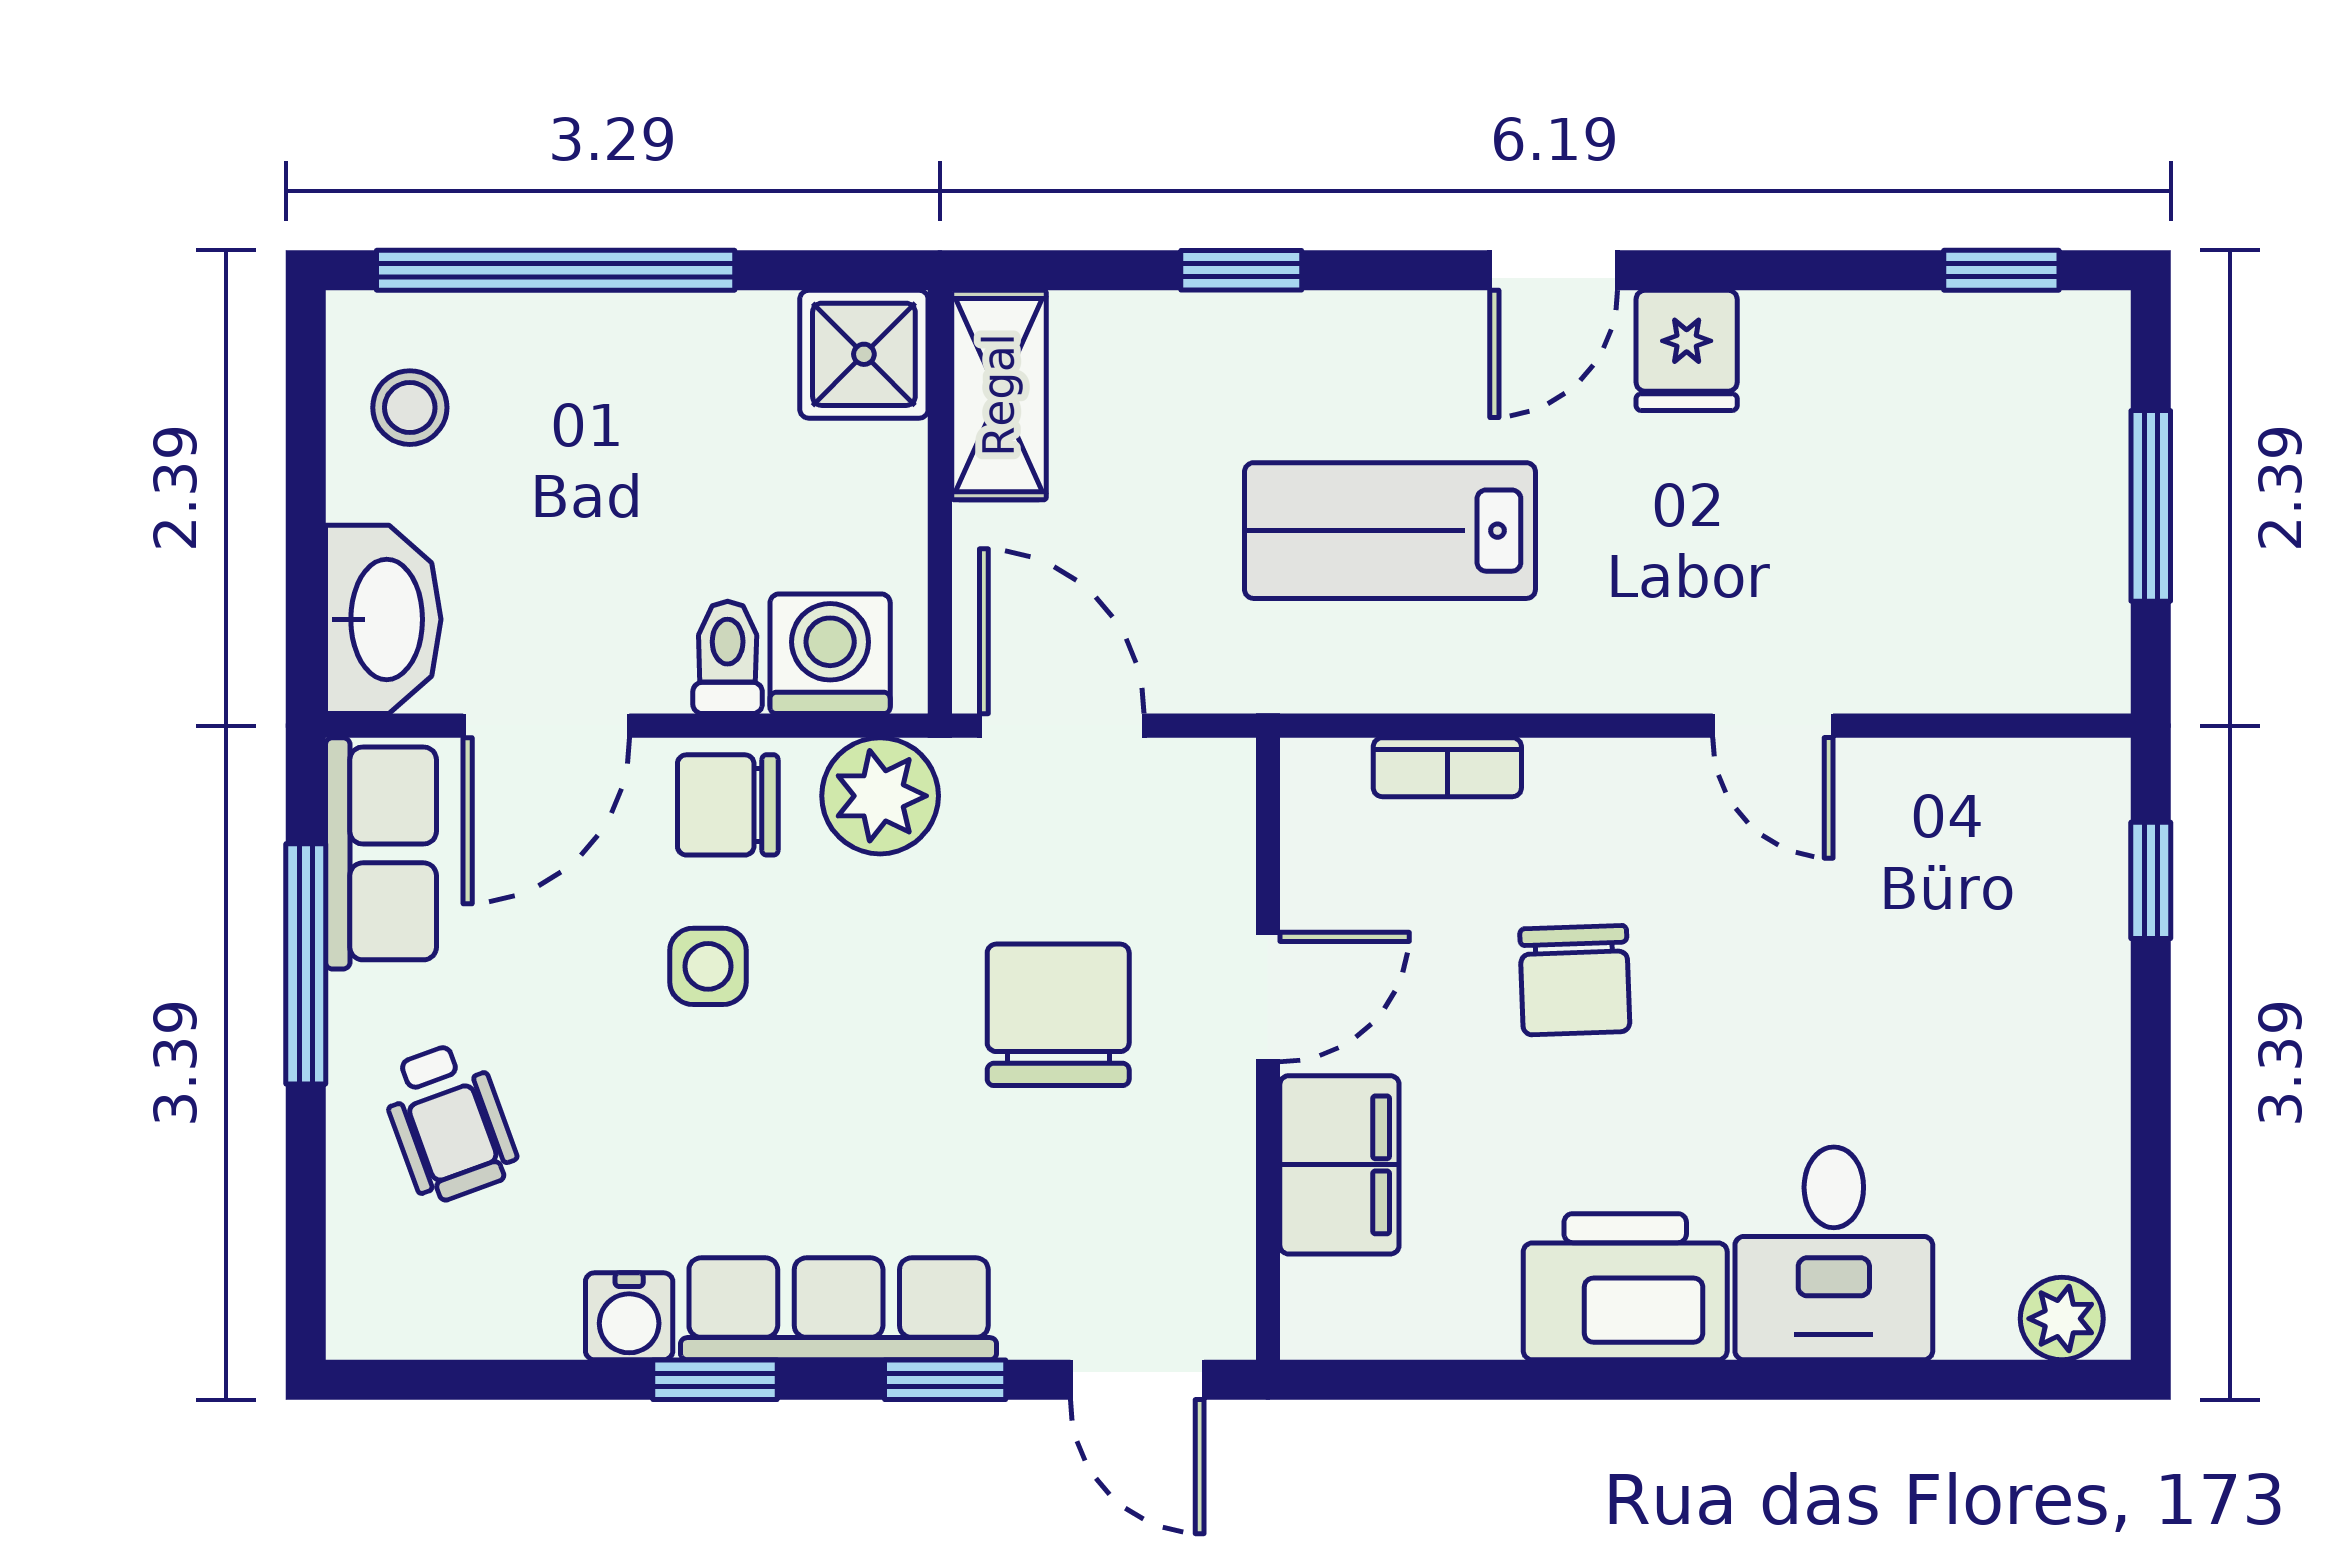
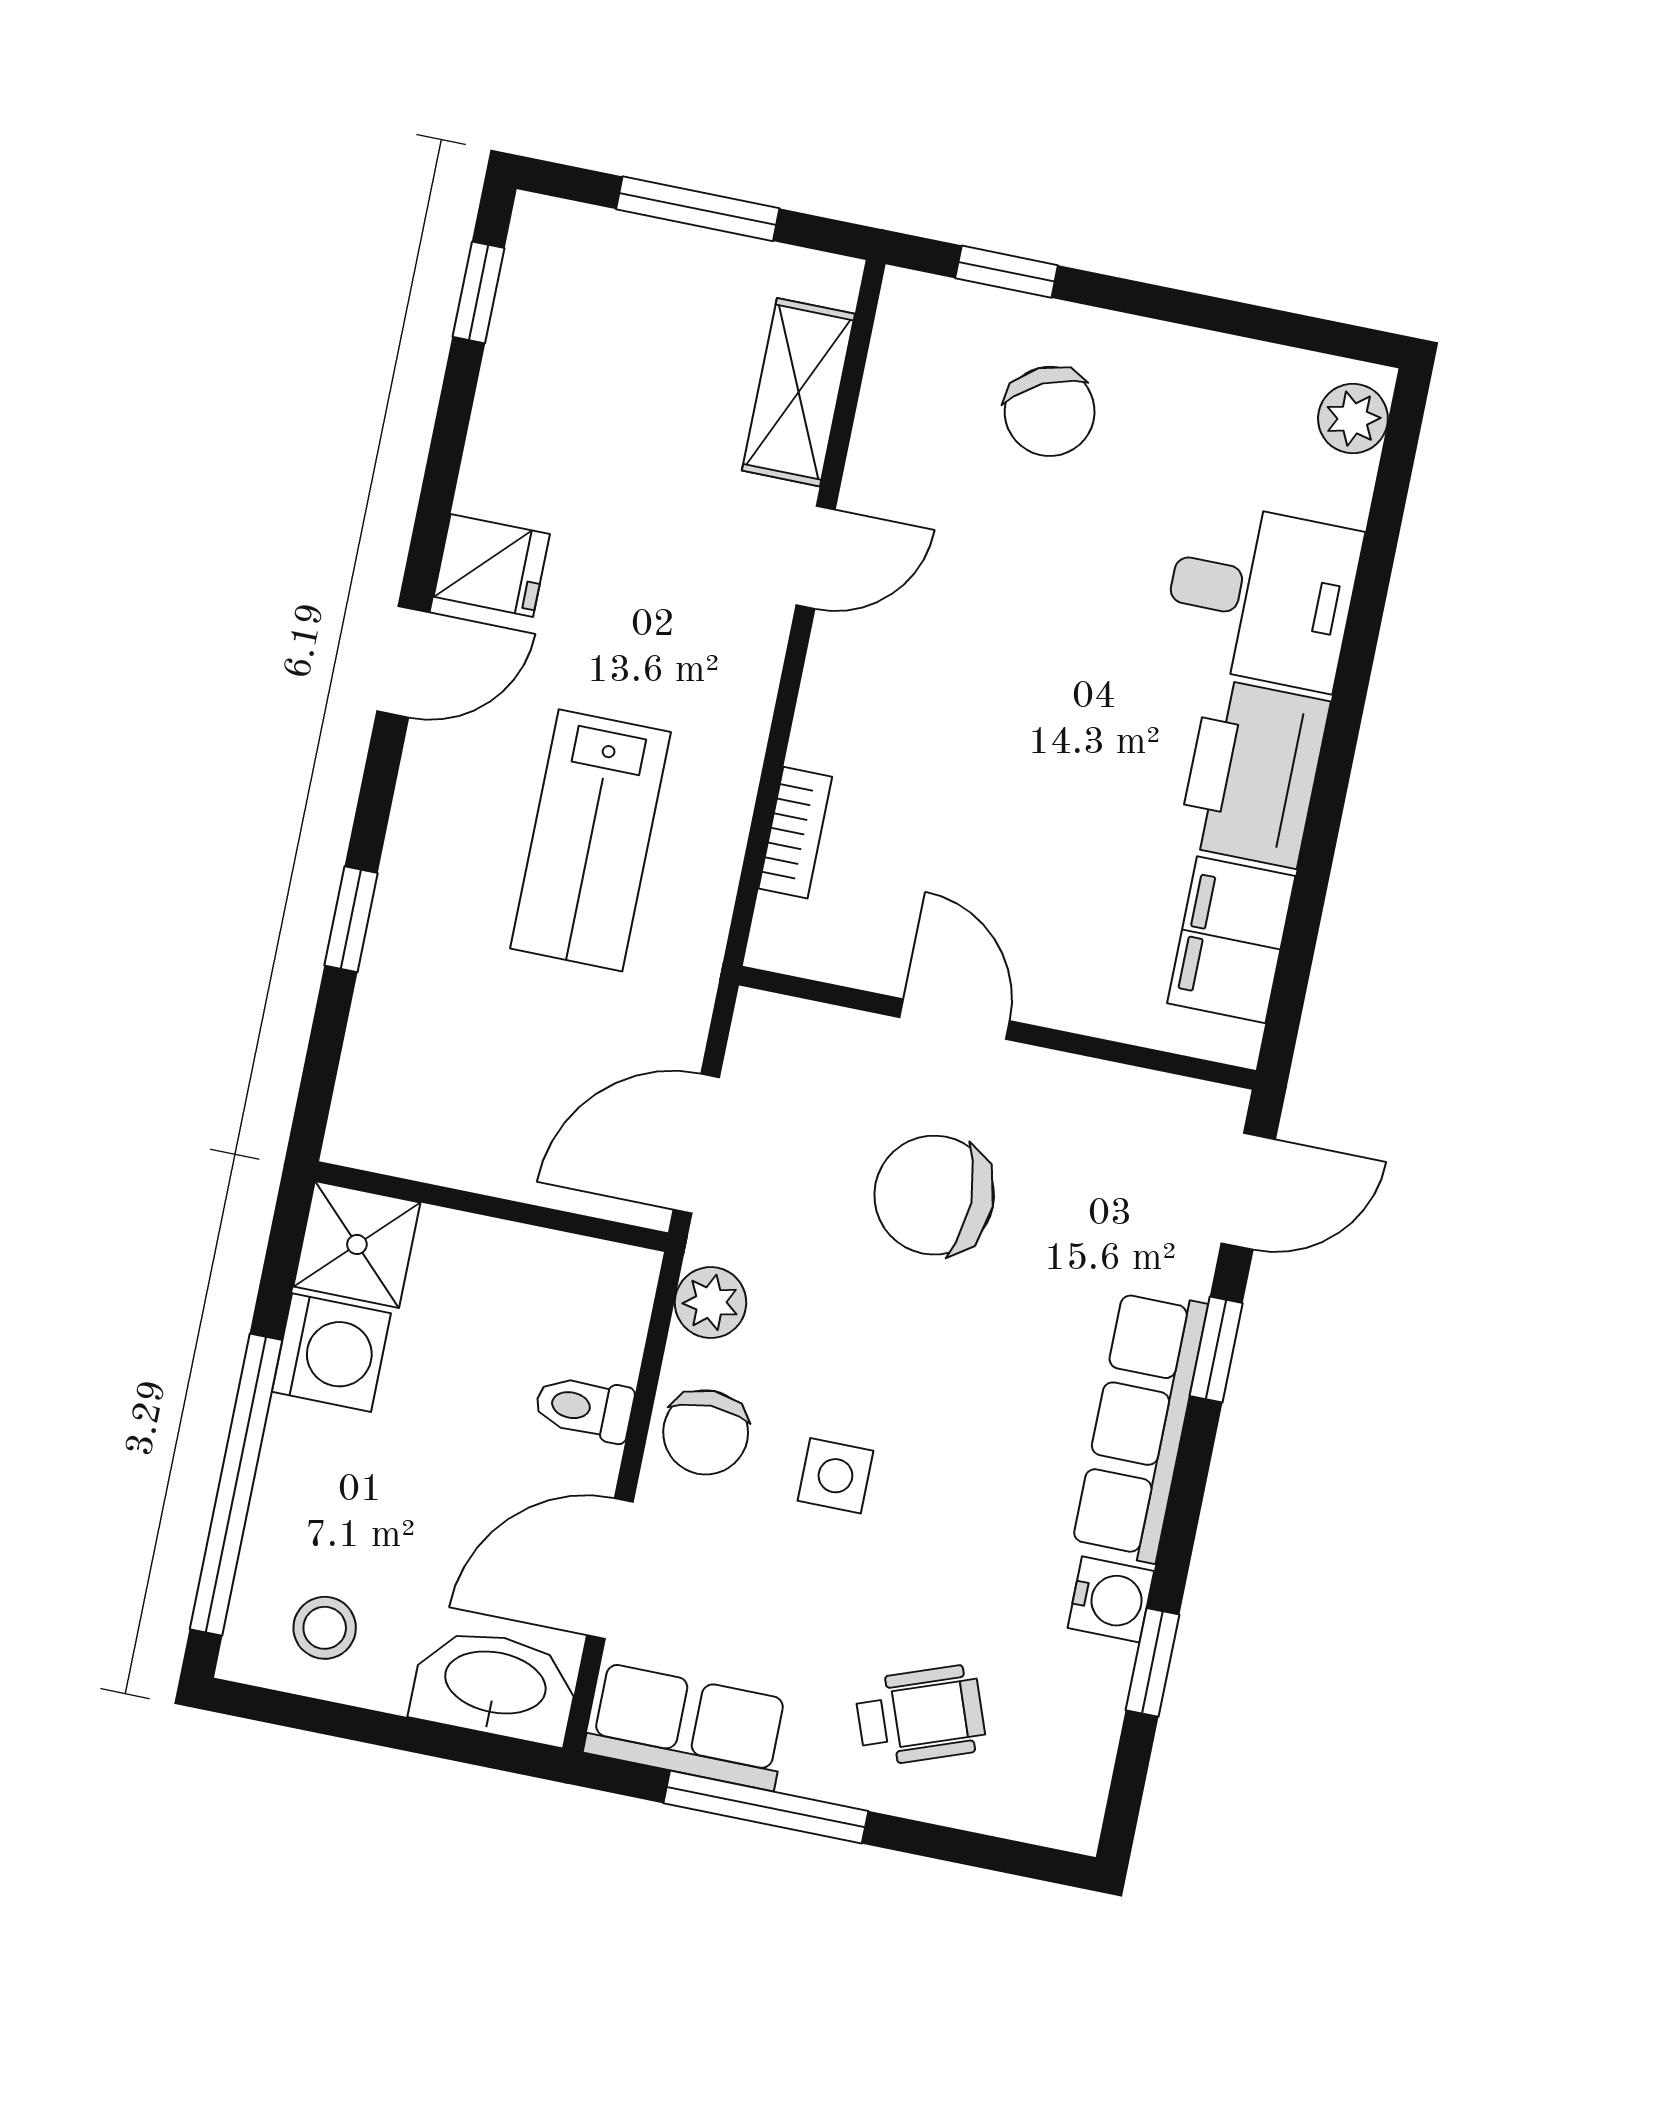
door: (1554, 270) -> (403, 662), hinge flipped
shelving: (999, 395) -> (798, 392), moved, turned 90
washing machine: (830, 654) -> (331, 1353), moved, turned 180
door: (546, 726) -> (610, 1569), swing flipped
plant: (880, 796) -> (711, 1303), width x0.73, depth x0.73
chair: (1575, 980) -> (1050, 411), moved, turned 66
filing cabinet: (1339, 1165) -> (1231, 940), moved, turned -90
window: (715, 1380) -> (1152, 1662), moved

